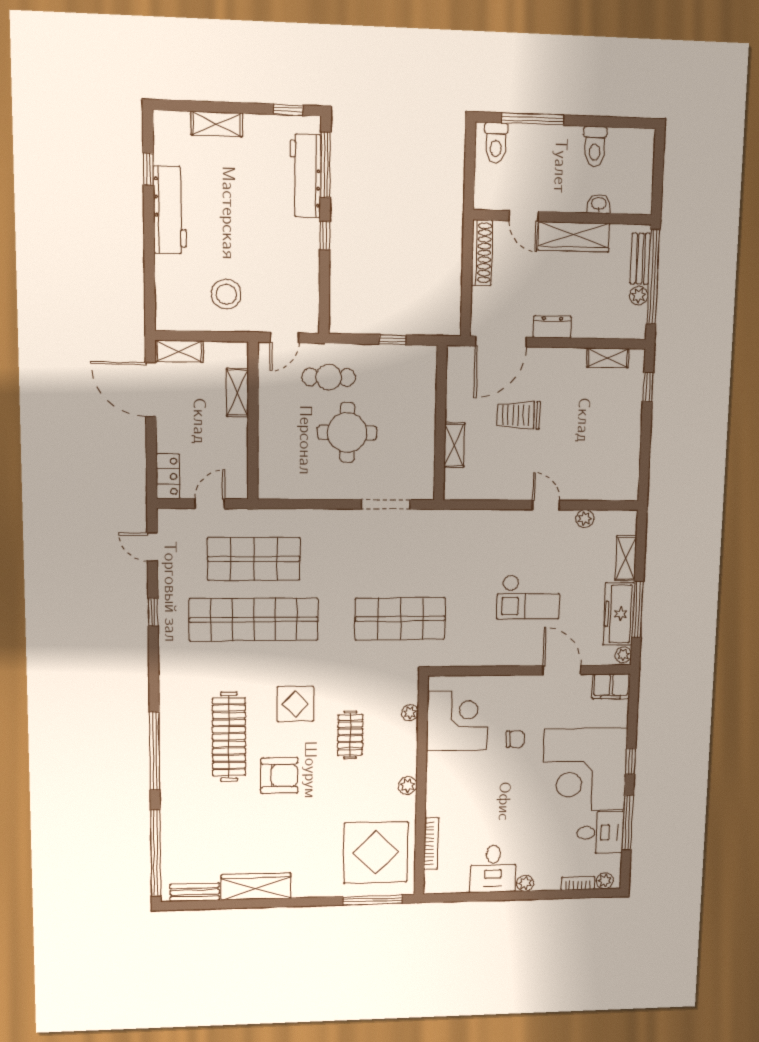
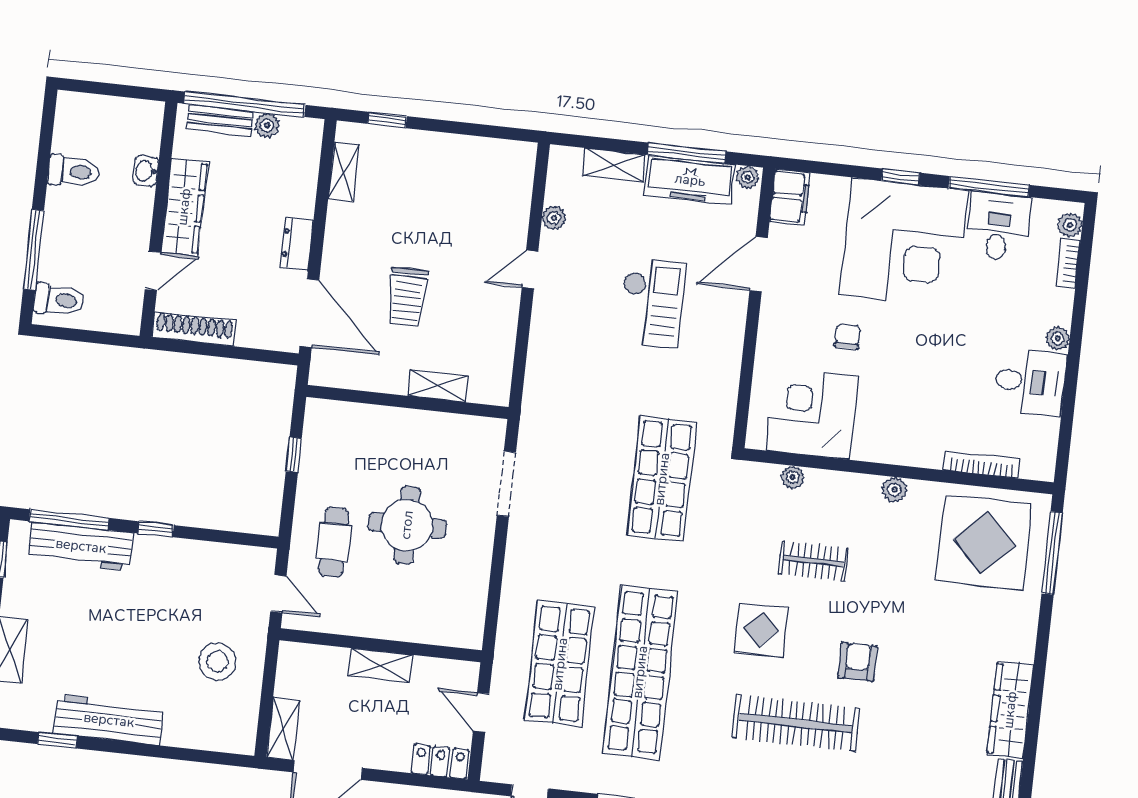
shelving: (237, 393) -> (380, 665), moved
armchair: (279, 775) -> (858, 662), width x0.72, depth x0.72

